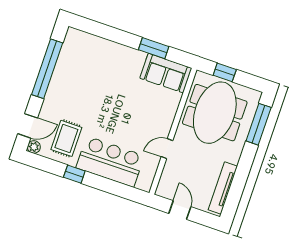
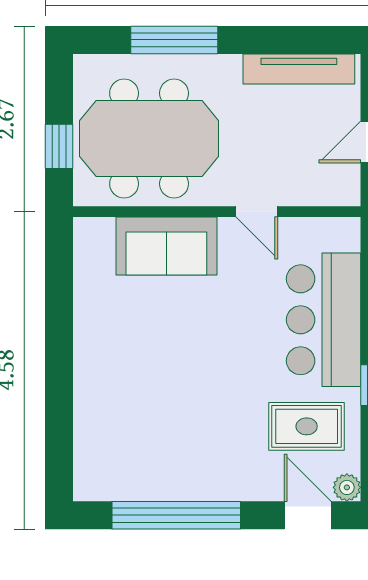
window: (154, 48) -> (59, 310), removed
sofa: (166, 73) -> (166, 246), moved, turned 90
window: (259, 124) -> (174, 40), moved

